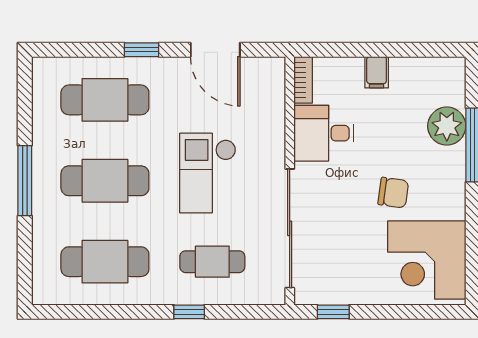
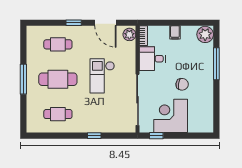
plant: (271, 77) -> (129, 34), added
cafe table: (105, 100) -> (58, 44), width x0.73, depth x0.74
plant: (447, 126) -> (205, 34), moved
corner desk: (427, 260) -> (171, 116), moved, turned 90
cafe table: (105, 262) -> (58, 114), width x0.73, depth x0.74
cafe table: (212, 262) -> (104, 114), removed

